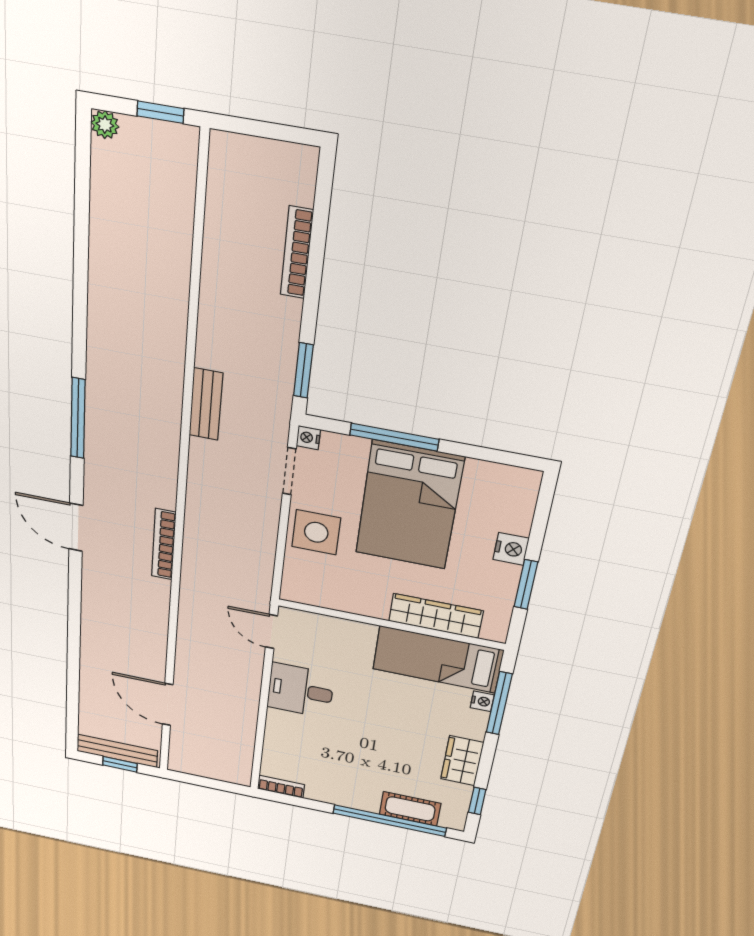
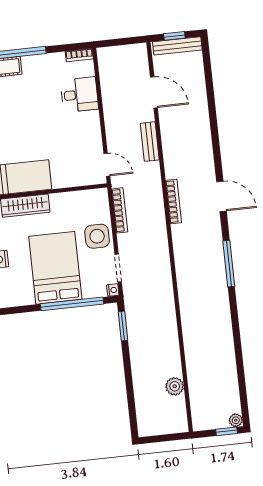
window: (160, 112) -> (227, 431), moved
plant: (222, 229) -> (175, 386), added
bookcase: (297, 253) -> (120, 210), moved
bench: (206, 404) -> (150, 142), moved
window: (394, 437) -> (72, 304), width x1.46
desk: (300, 691) -> (79, 95), moved

